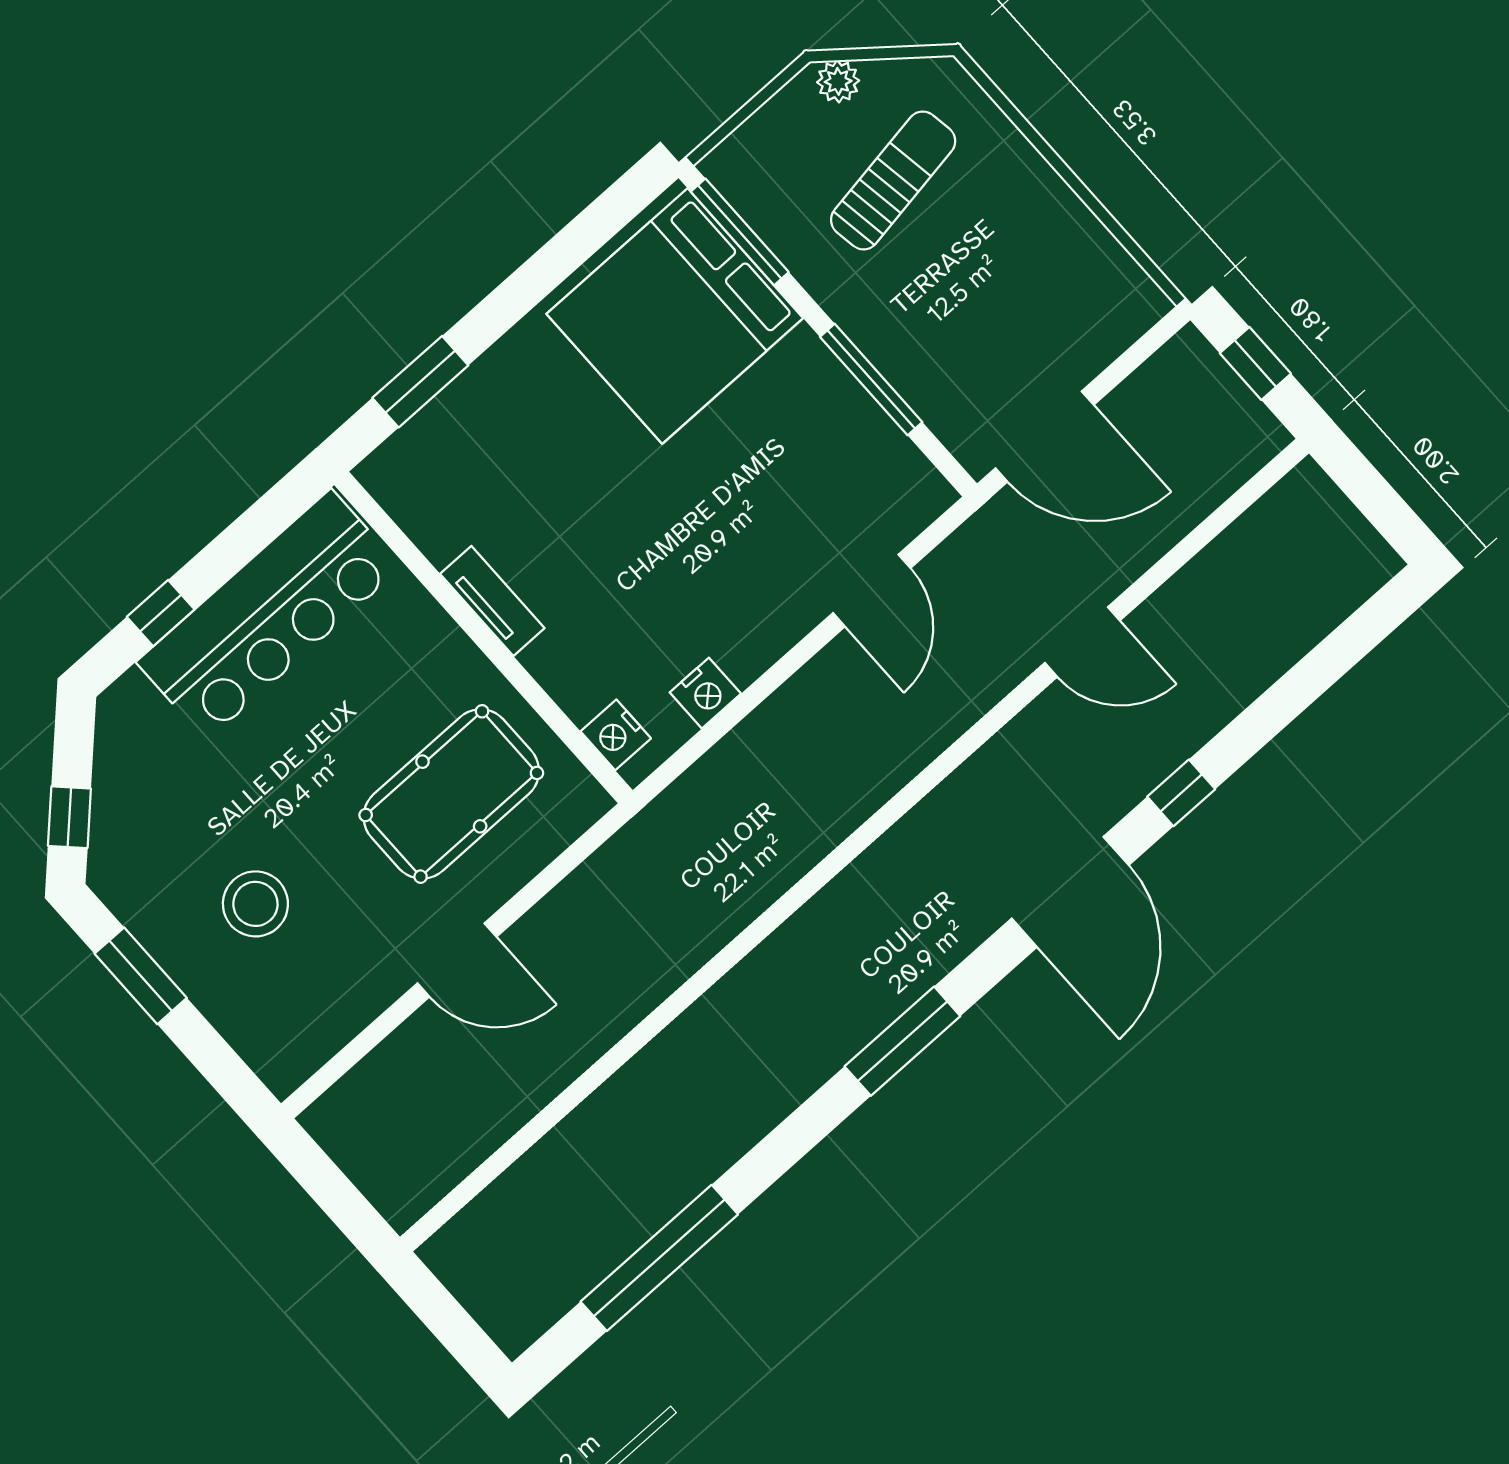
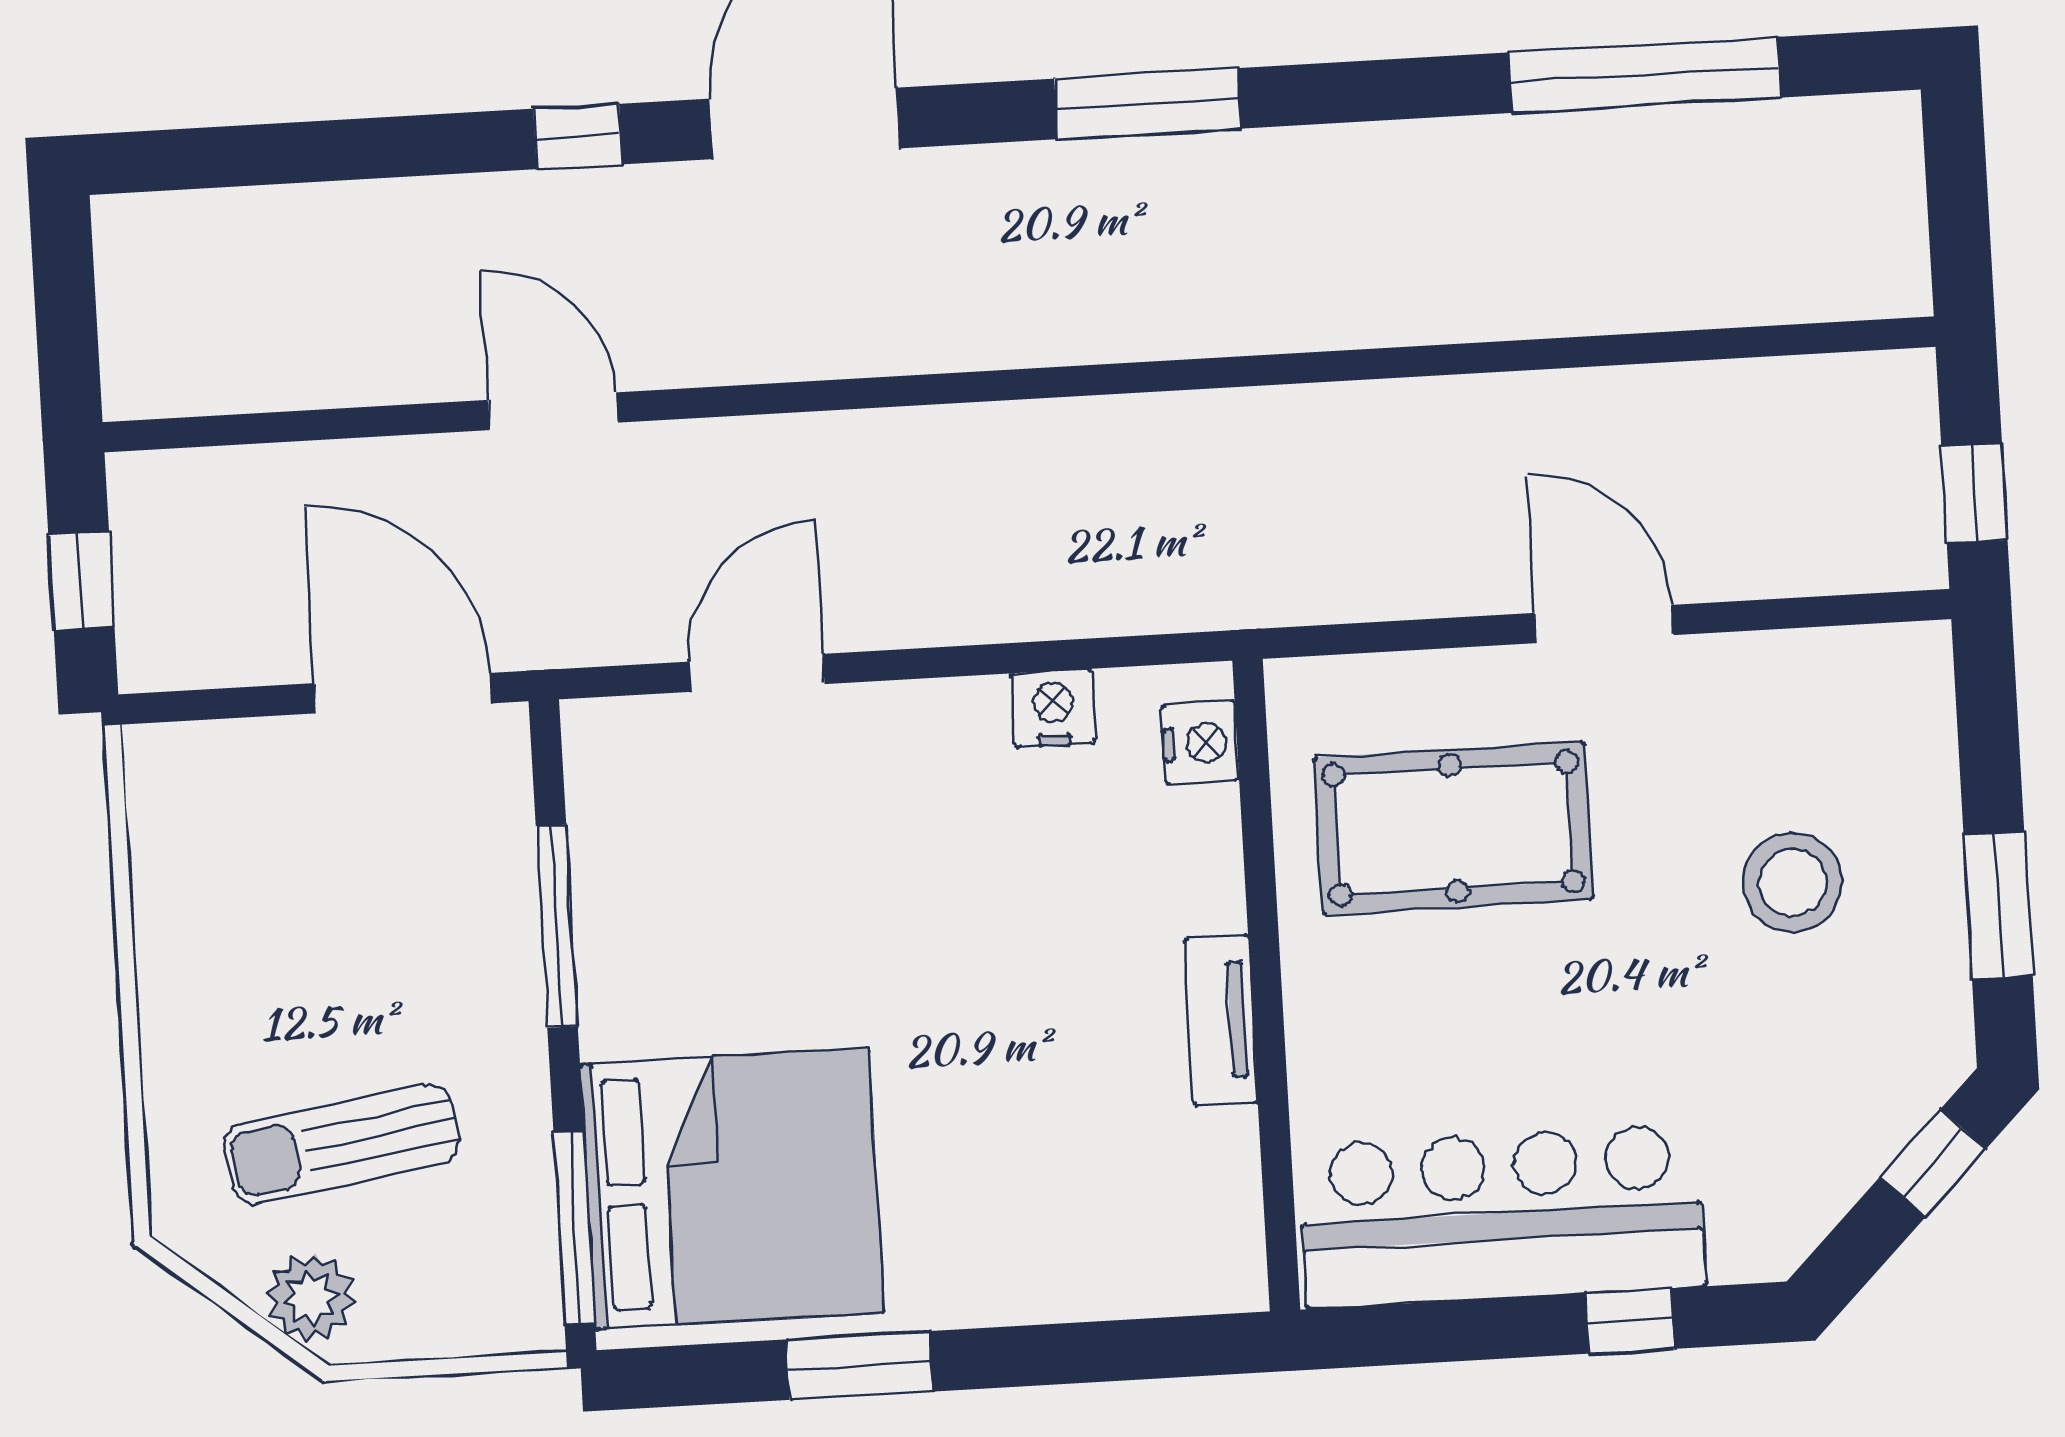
plant: (838, 81) -> (311, 1298), width x1.38, depth x1.38
window: (420, 382) -> (859, 1365), moved
window: (320, 1177) -> (1974, 493), added

